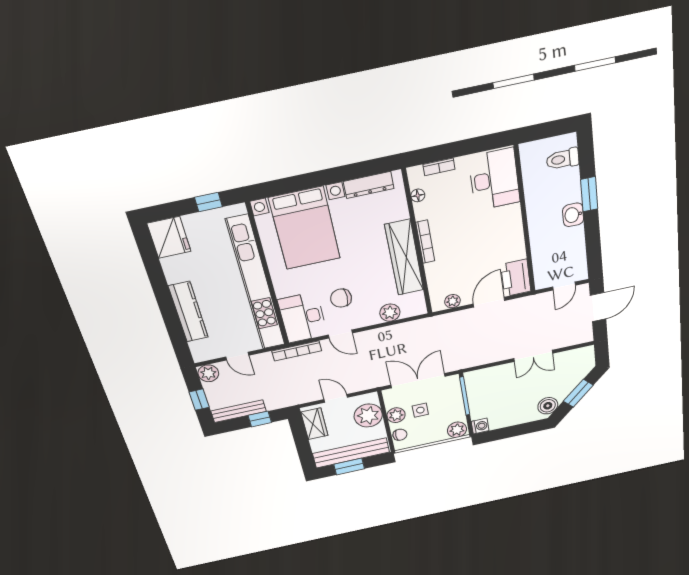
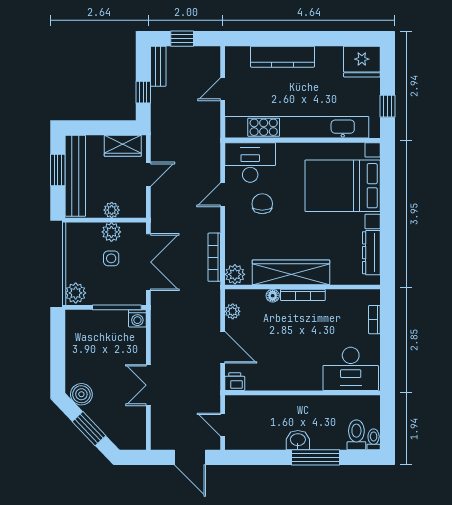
toilet: (566, 141) -> (374, 439), added
window: (589, 194) -> (316, 457), width x1.44
floor lamp: (418, 195) -> (273, 296), moved
printer: (516, 278) -> (235, 382), width x0.53, depth x0.68
plant: (390, 313) -> (235, 274), moved
bookcase: (297, 351) -> (214, 257), moved
plant: (208, 373) -> (210, 56), removed
bench: (239, 411) -> (158, 66), width x0.73
plant: (368, 415) -> (112, 210), width x0.53, depth x0.53
washing machine: (480, 426) -> (137, 318), moved
chair: (400, 435) -> (85, 232), removed

